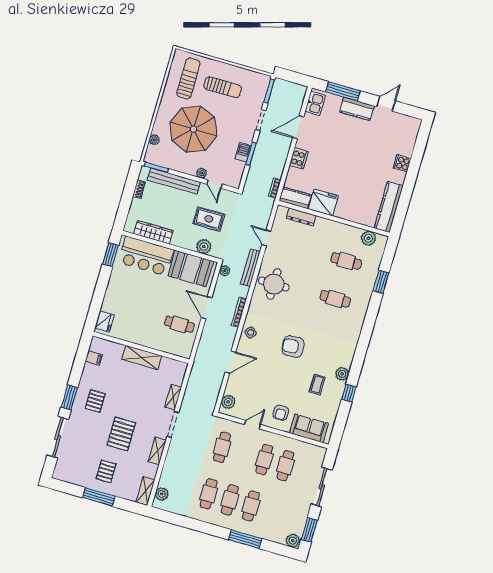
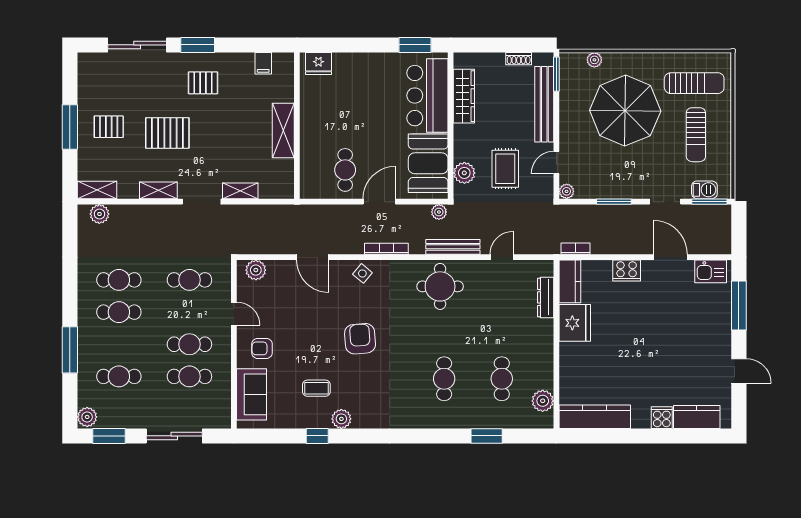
kitchen counter: (357, 109) -> (697, 417), moved, turned 90
barbecue: (243, 152) -> (704, 190), moved
plant: (202, 173) -> (567, 191), moved
cafe table: (251, 506) -> (119, 376), moved

